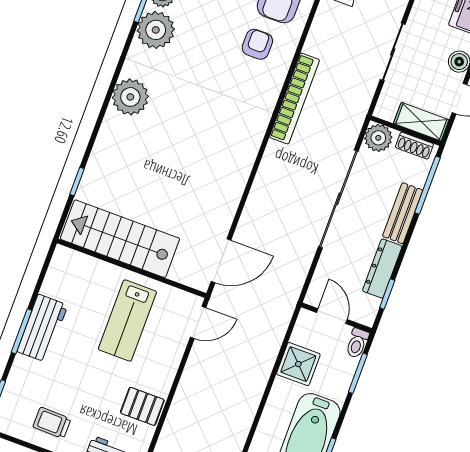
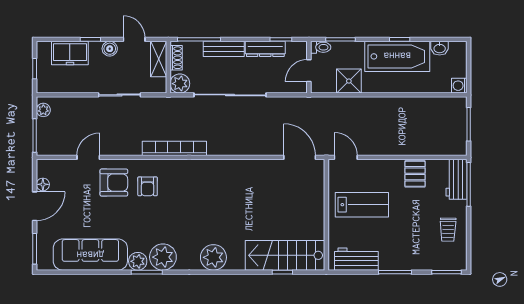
armchair: (257, 44) -> (148, 186), turned -90
stairs: (120, 239) -> (285, 255), moved, turned 90
workbench: (42, 328) -> (356, 259), moved

